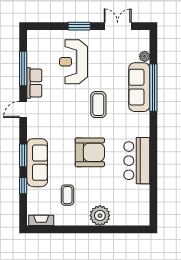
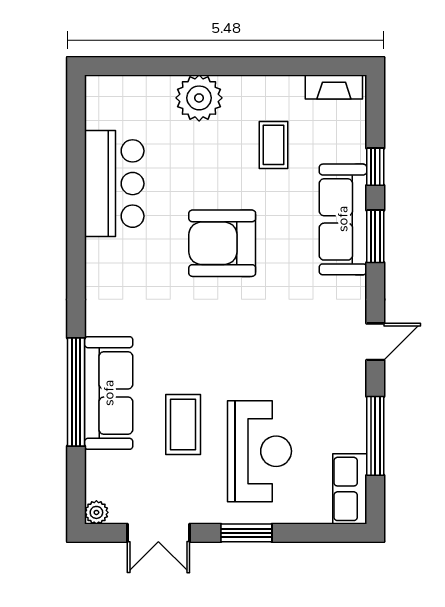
plant: (145, 56) -> (96, 512), moved
row of seats: (34, 83) -> (350, 489), moved
coffee table: (98, 105) -> (183, 425), moved
bar counter: (137, 161) -> (114, 184), moved

